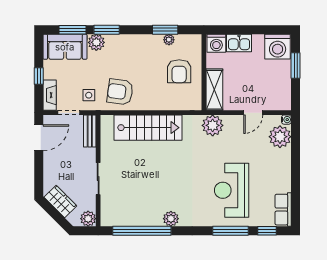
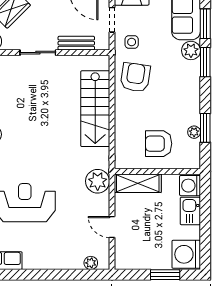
water cooler: (286, 120) -> (104, 264), removed
bench: (90, 131) -> (76, 43), moved
plant: (280, 137) -> (91, 263), width x0.53, depth x0.53

